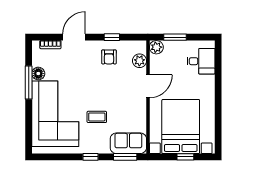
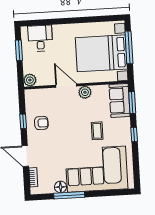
window: (175, 37) -> (19, 50), moved
plant: (139, 61) -> (85, 92), moved
window: (185, 157) -> (129, 47), width x2.17

